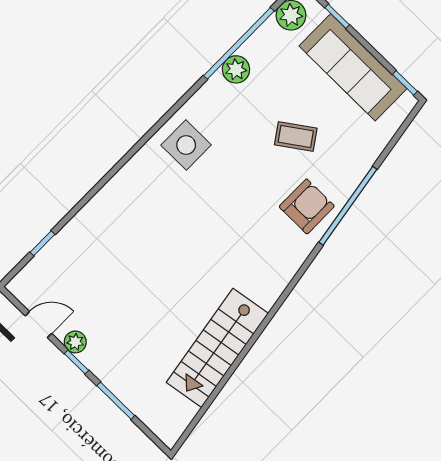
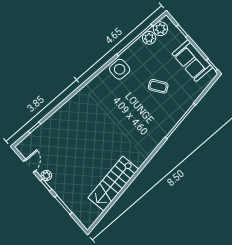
sofa: (353, 67) -> (192, 61), width x0.73
plant: (236, 69) -> (149, 38), moved
side table: (186, 145) -> (120, 69), moved
armchair: (307, 206) -> (161, 120), removed
door: (38, 325) -> (30, 166), hinge flipped

